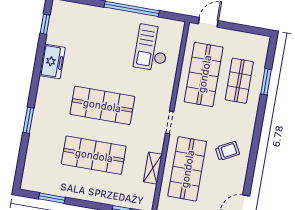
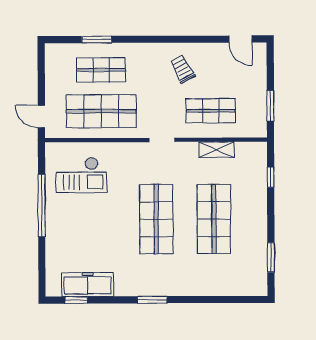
freezer: (52, 62) -> (88, 284), moved, width x1.40
window: (28, 120) -> (152, 300), moved
shop shelf: (187, 169) -> (211, 111), width x0.70, depth x0.74

